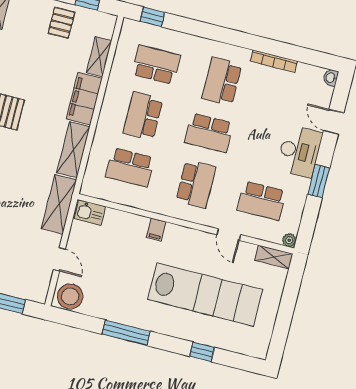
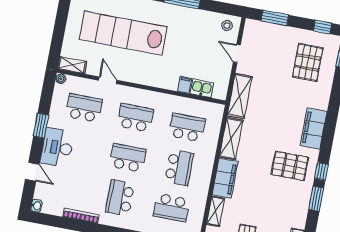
school desk: (222, 81) -> (120, 198), turned 180
school desk: (196, 184) -> (135, 118), turned 90
kitchen sink: (90, 213) -> (202, 88), moved
filing cabinet: (156, 230) -> (185, 85), moved
stool: (70, 296) -> (227, 26), width x0.53, depth x0.53

